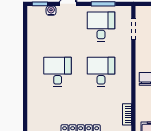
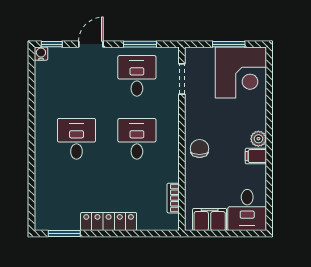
water cooler: (51, 11) -> (41, 54), moved

